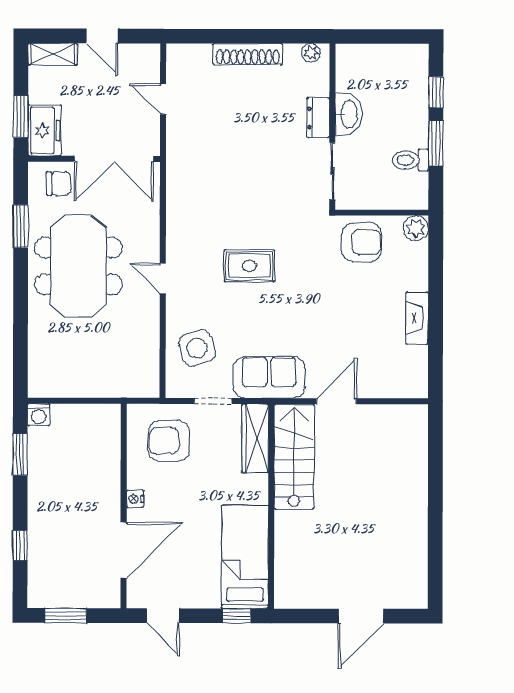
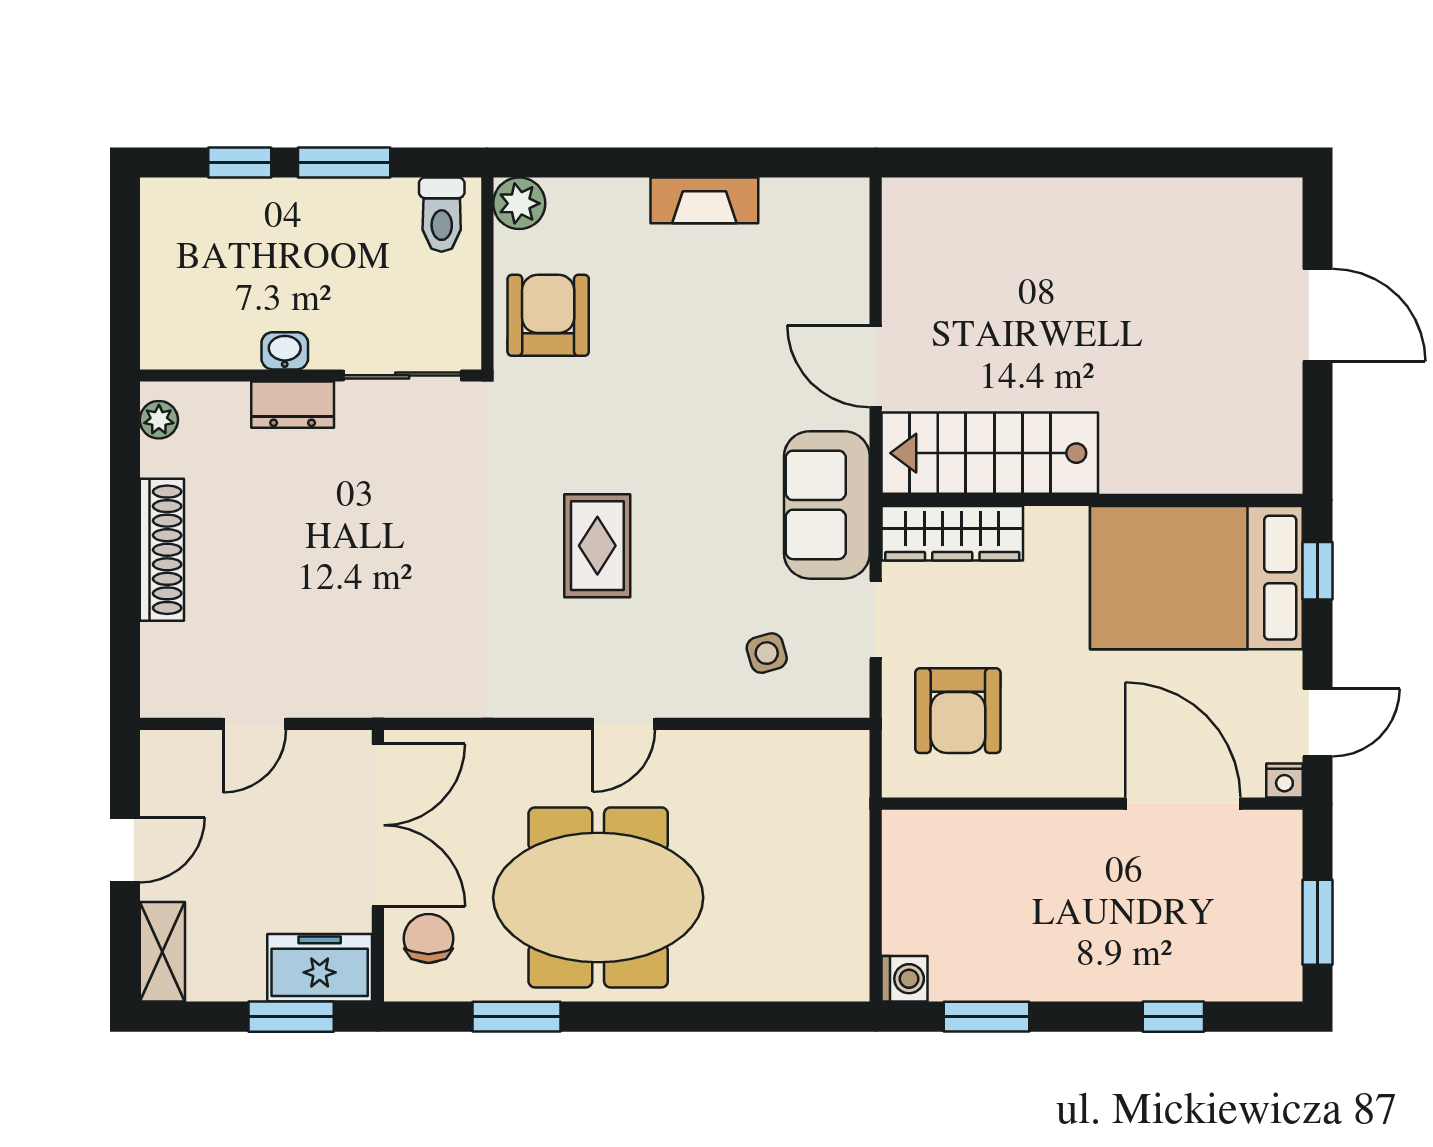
washbasin: (348, 114) -> (285, 351), width x0.52, depth x0.69
toilet: (410, 160) -> (442, 215), moved
side table: (197, 348) -> (767, 653), width x0.54, depth x0.54
nightstand: (135, 499) -> (1284, 780), moved
bed: (245, 557) -> (1196, 578), width x1.50

